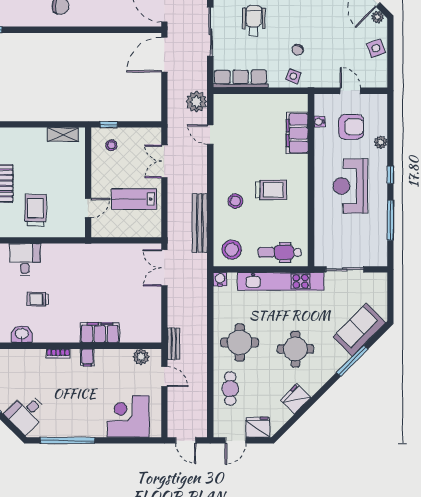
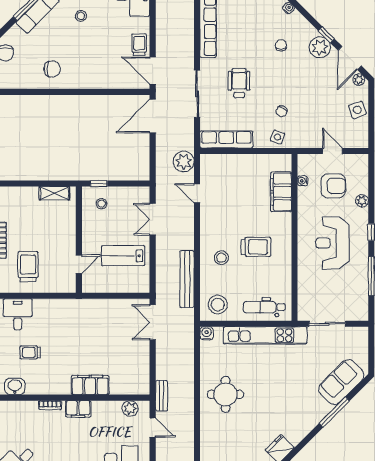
round table: (295, 349) -> (279, 401), removed
filing cabinet: (87, 357) -> (78, 409), width x2.00
cafe table: (230, 389) -> (216, 439), removed

